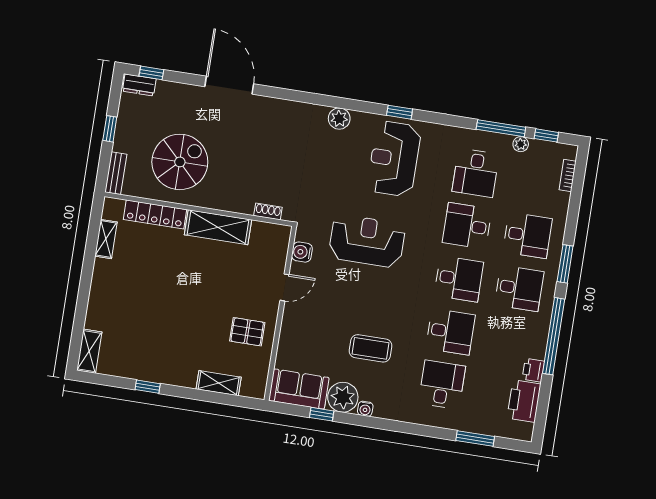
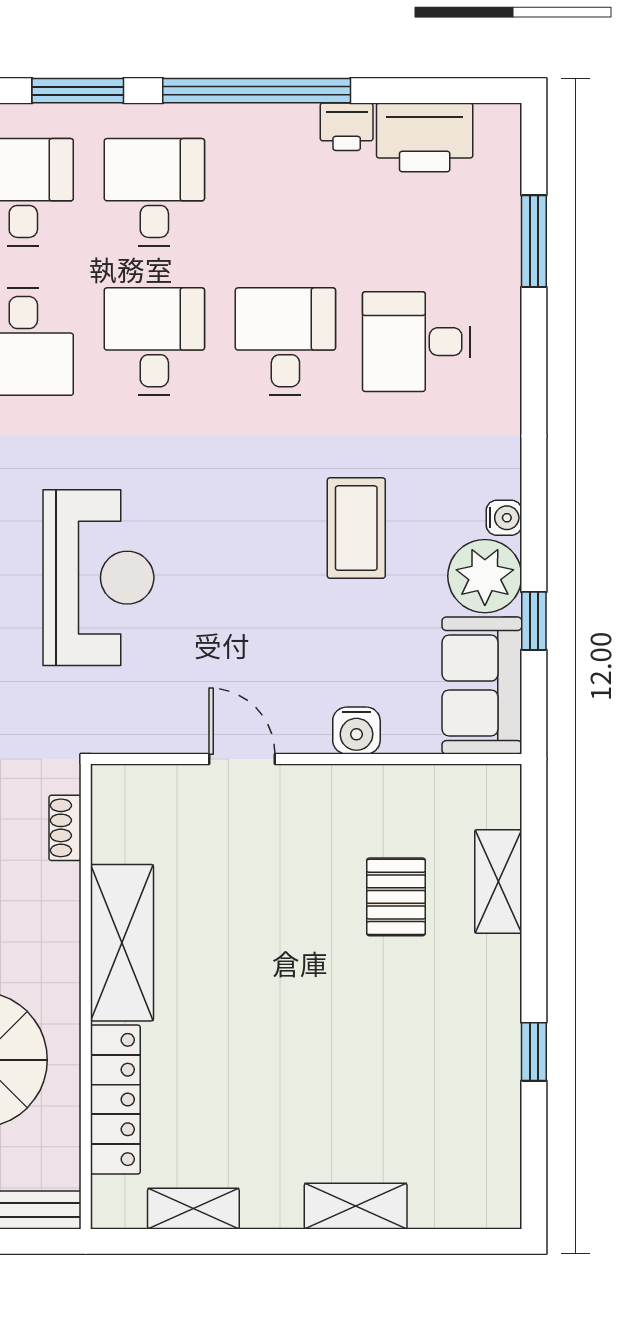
reception desk: (367, 241) -> (98, 578), turned 180
water cooler: (302, 252) -> (356, 731), moved
pallet: (247, 332) -> (396, 897), moved
shelving: (89, 351) -> (356, 1206), moved

